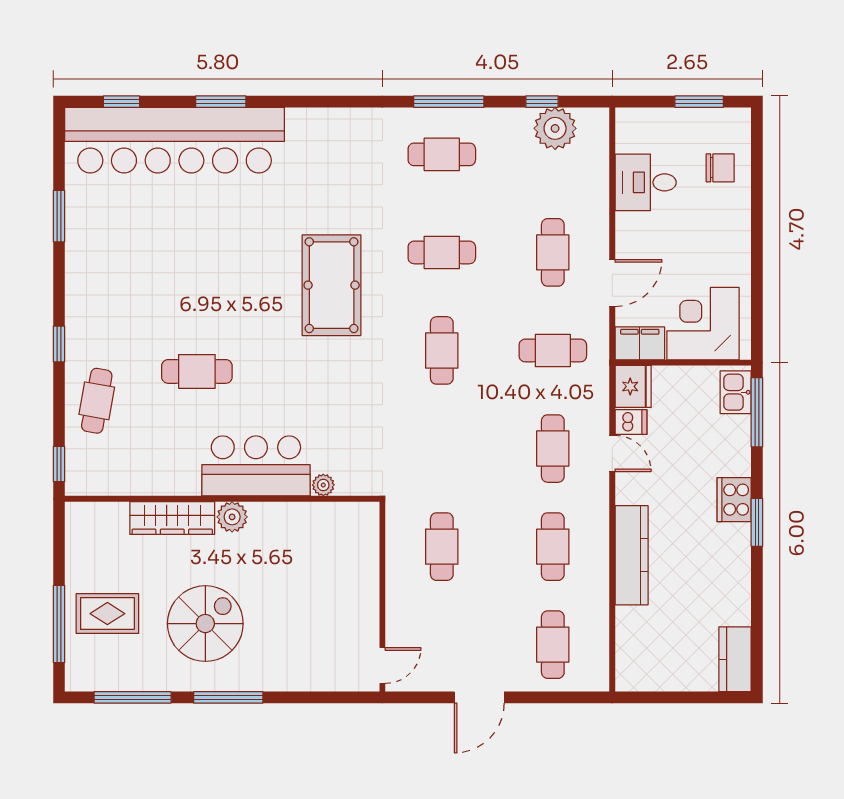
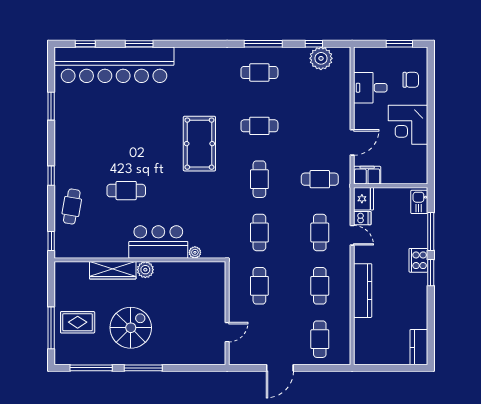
cafe table: (553, 252) -> (259, 232), moved
corner desk: (703, 324) -> (408, 125), moved, turned -90
window: (757, 412) -> (431, 231), moved
door: (382, 666) -> (227, 332), moved

